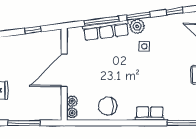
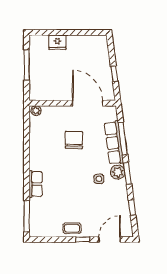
door: (64, 70) -> (87, 103), moved
plant: (72, 101) -> (47, 111), removed
chair: (108, 106) -> (74, 140), moved

